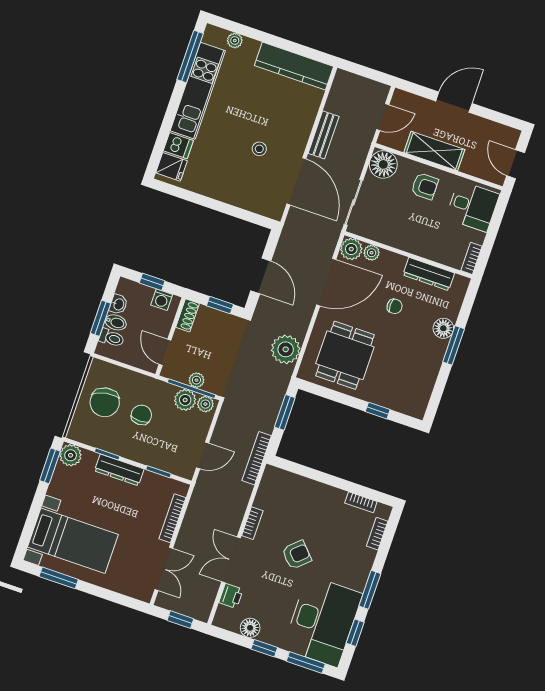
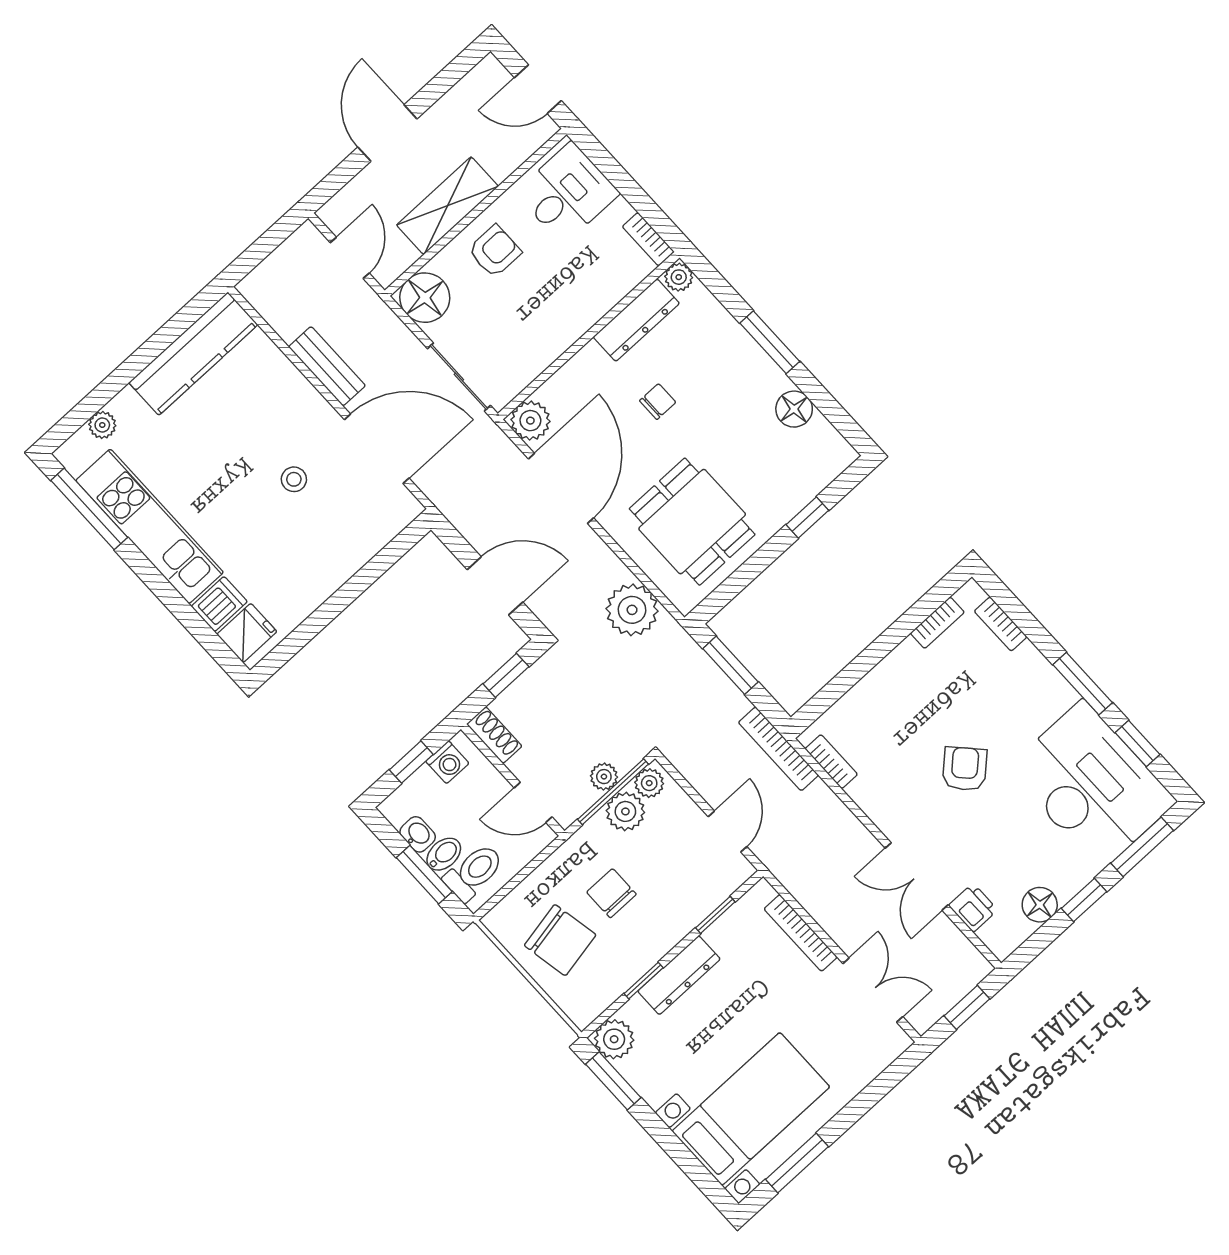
plant: (372, 253) -> (679, 277), moved
floor lamp: (443, 328) -> (794, 409), moved
toilet: (112, 338) -> (474, 872), width x1.37, depth x1.39
bookcase: (252, 523) -> (831, 762), moved

